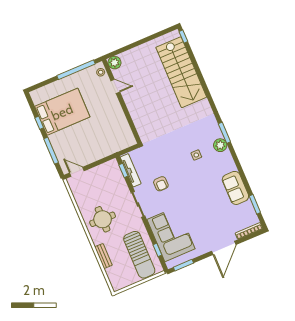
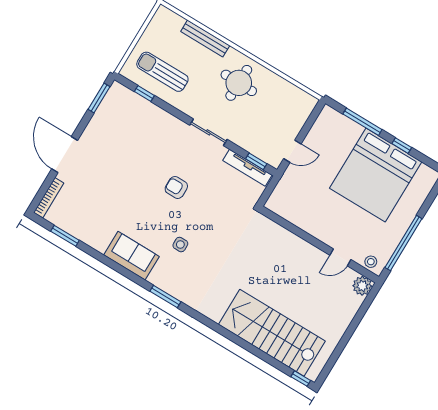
bed: (62, 112) -> (376, 175), width x1.36
plant: (220, 145) -> (160, 278), removed
door: (77, 172) -> (292, 151), moved
armchair: (161, 184) -> (176, 187), moved
sofa: (235, 188) -> (132, 256), moved
corner sofa: (171, 234) -> (142, 125), removed
sun lounger: (139, 255) -> (162, 72), width x0.73, depth x0.75
bench: (103, 256) -> (205, 38), width x1.36

